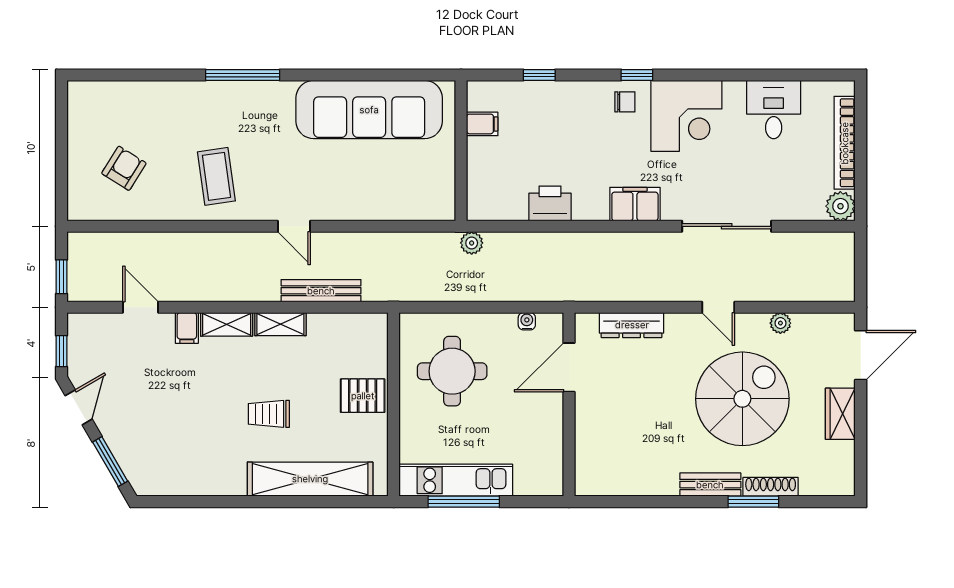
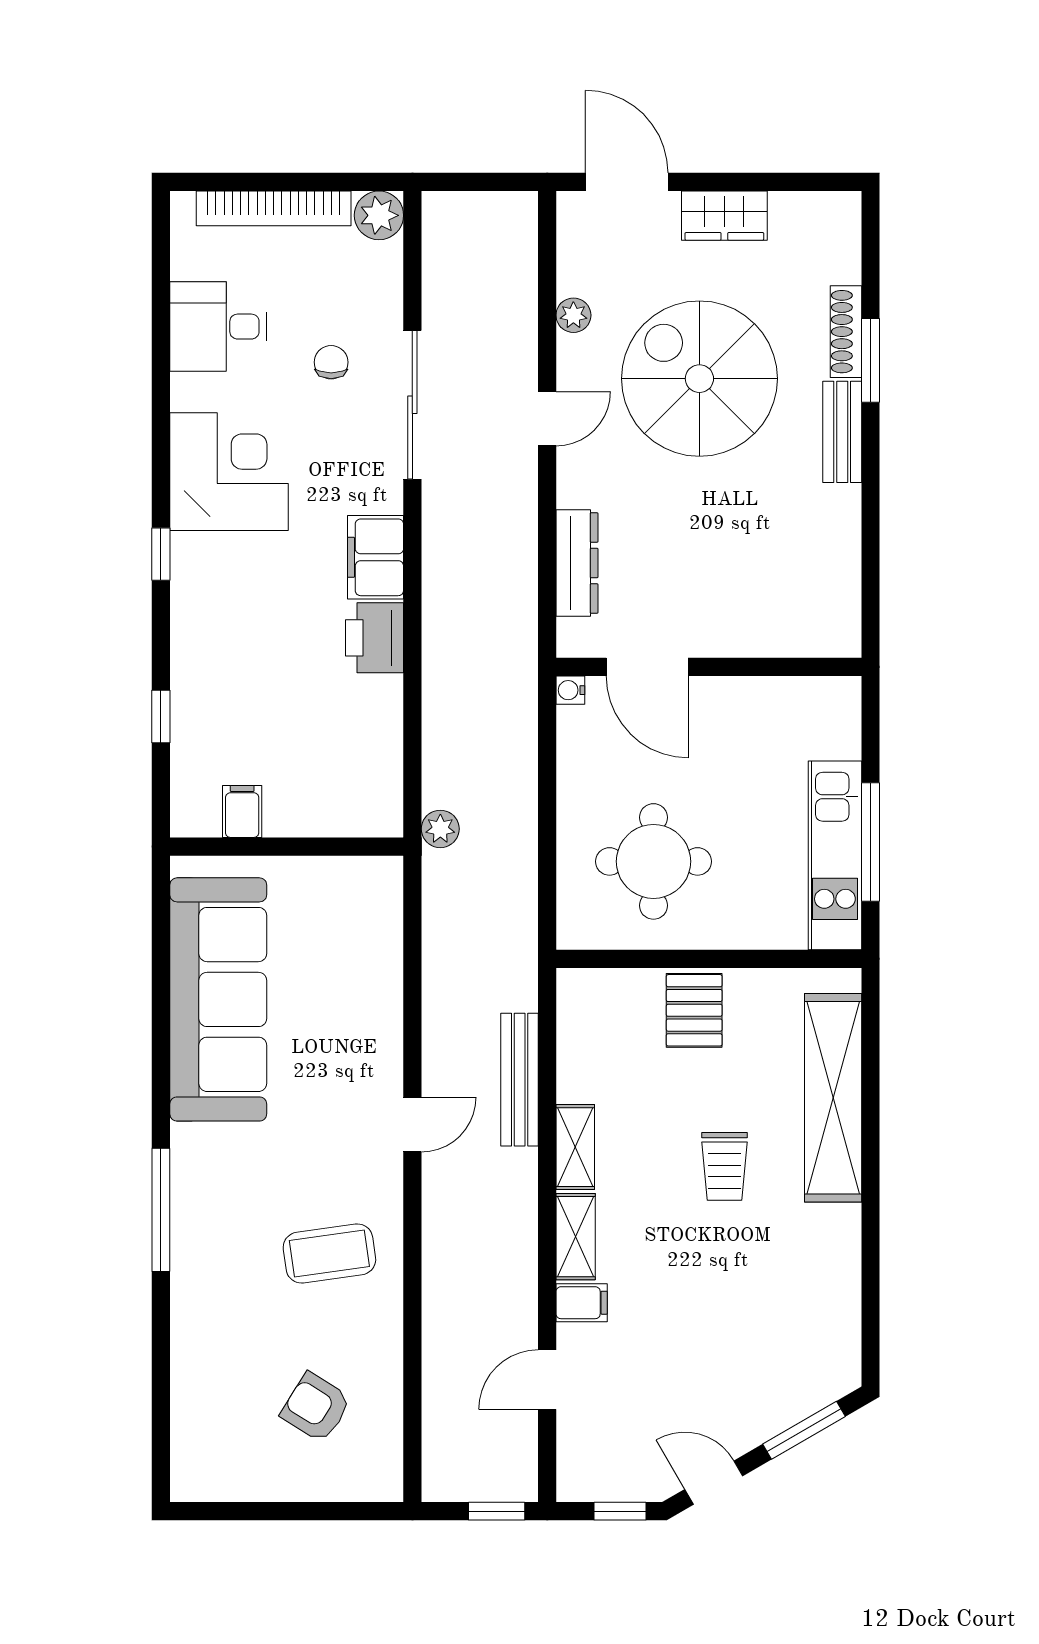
chair: (625, 102) -> (331, 362), moved
printer: (550, 203) -> (374, 638), moved
water cooler: (527, 321) -> (570, 690), moved

